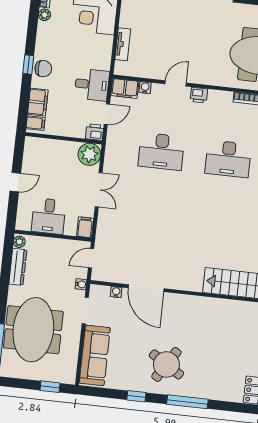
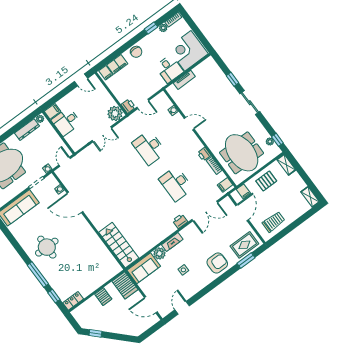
window: (28, 65) -> (151, 28), moved
desk: (92, 85) -> (169, 69), moved
filing cabinet: (125, 88) -> (164, 101), removed
printer: (199, 95) -> (204, 154), moved
door: (15, 182) -> (81, 80), moved
filing cabinet: (85, 227) -> (52, 111), moved
door: (91, 258) -> (65, 162), hinge flipped
door: (146, 288) -> (75, 202), hinge flipped
round table: (166, 364) -> (47, 247), turned -32
window: (136, 396) -> (54, 296), moved

